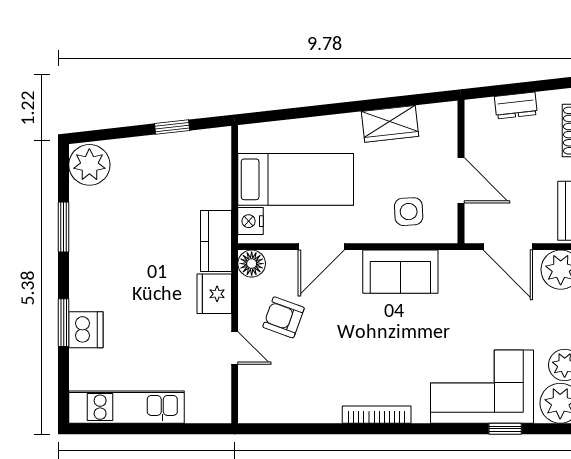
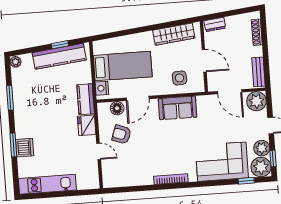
dresser: (516, 106) -> (215, 24), moved
wardrobe: (390, 124) -> (174, 34), width x1.50
kitchen counter: (169, 150) -> (59, 56), added
plant: (89, 165) -> (15, 62), width x0.53, depth x0.53
floor lamp: (252, 264) -> (117, 108), moved
window: (505, 429) -> (246, 181), moved

